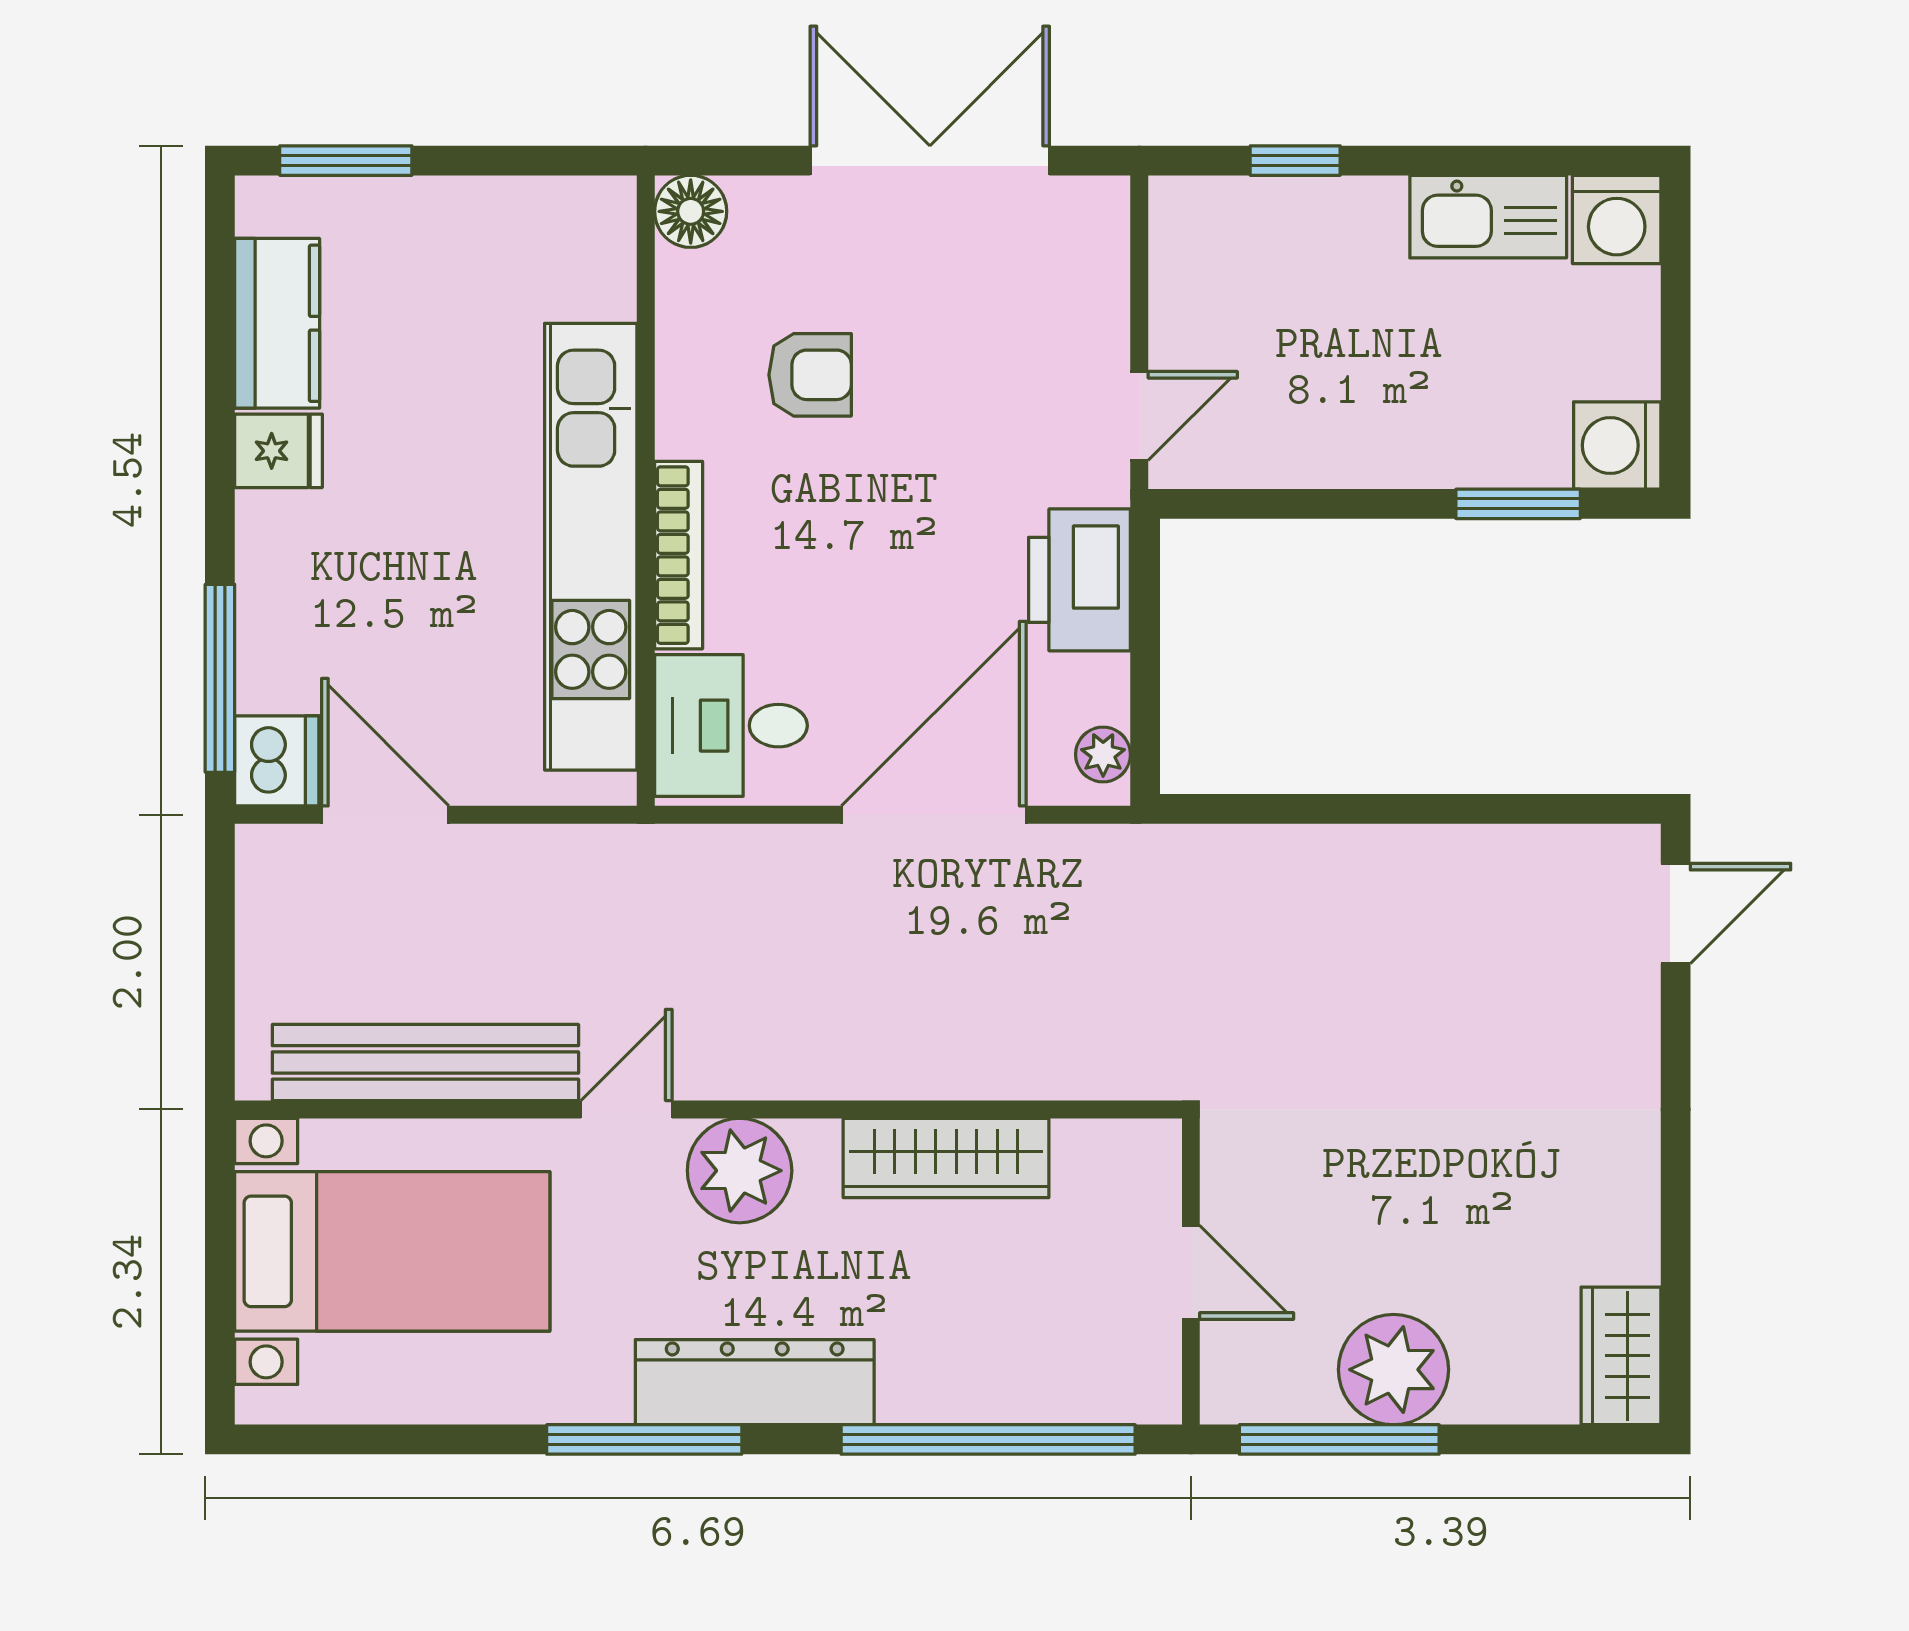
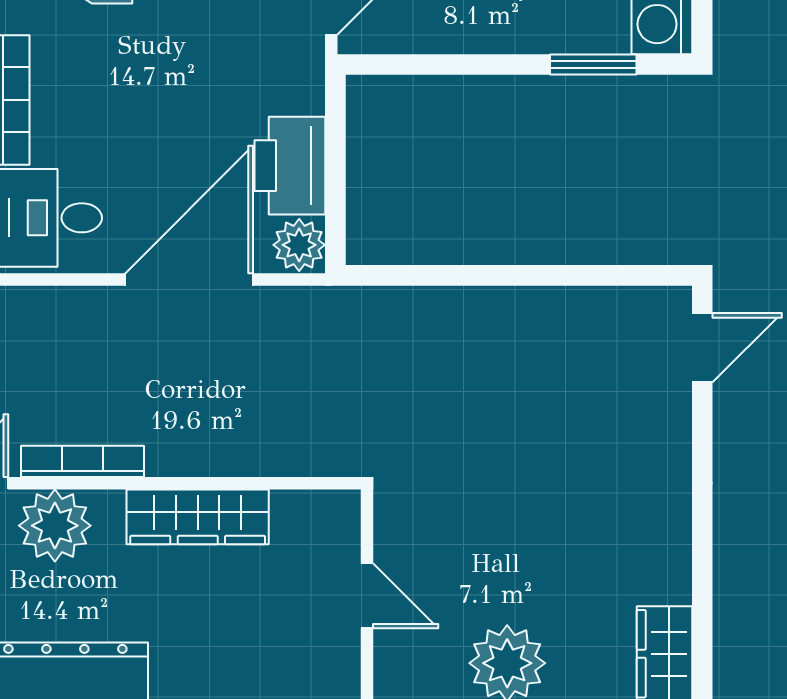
printer: (1080, 580) -> (290, 166), moved
plant: (1103, 754) -> (299, 245), width x1.38, depth x1.38
bookcase: (779, 1078) -> (82, 461), added

